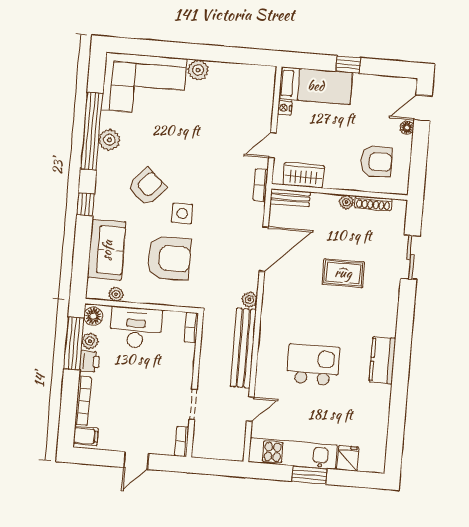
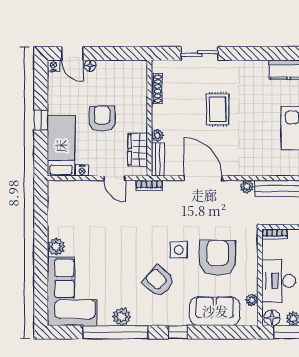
nightstand: (410, 85) -> (53, 66), added
armchair: (376, 161) -> (102, 119), moved
plant: (346, 202) -> (157, 135), moved

